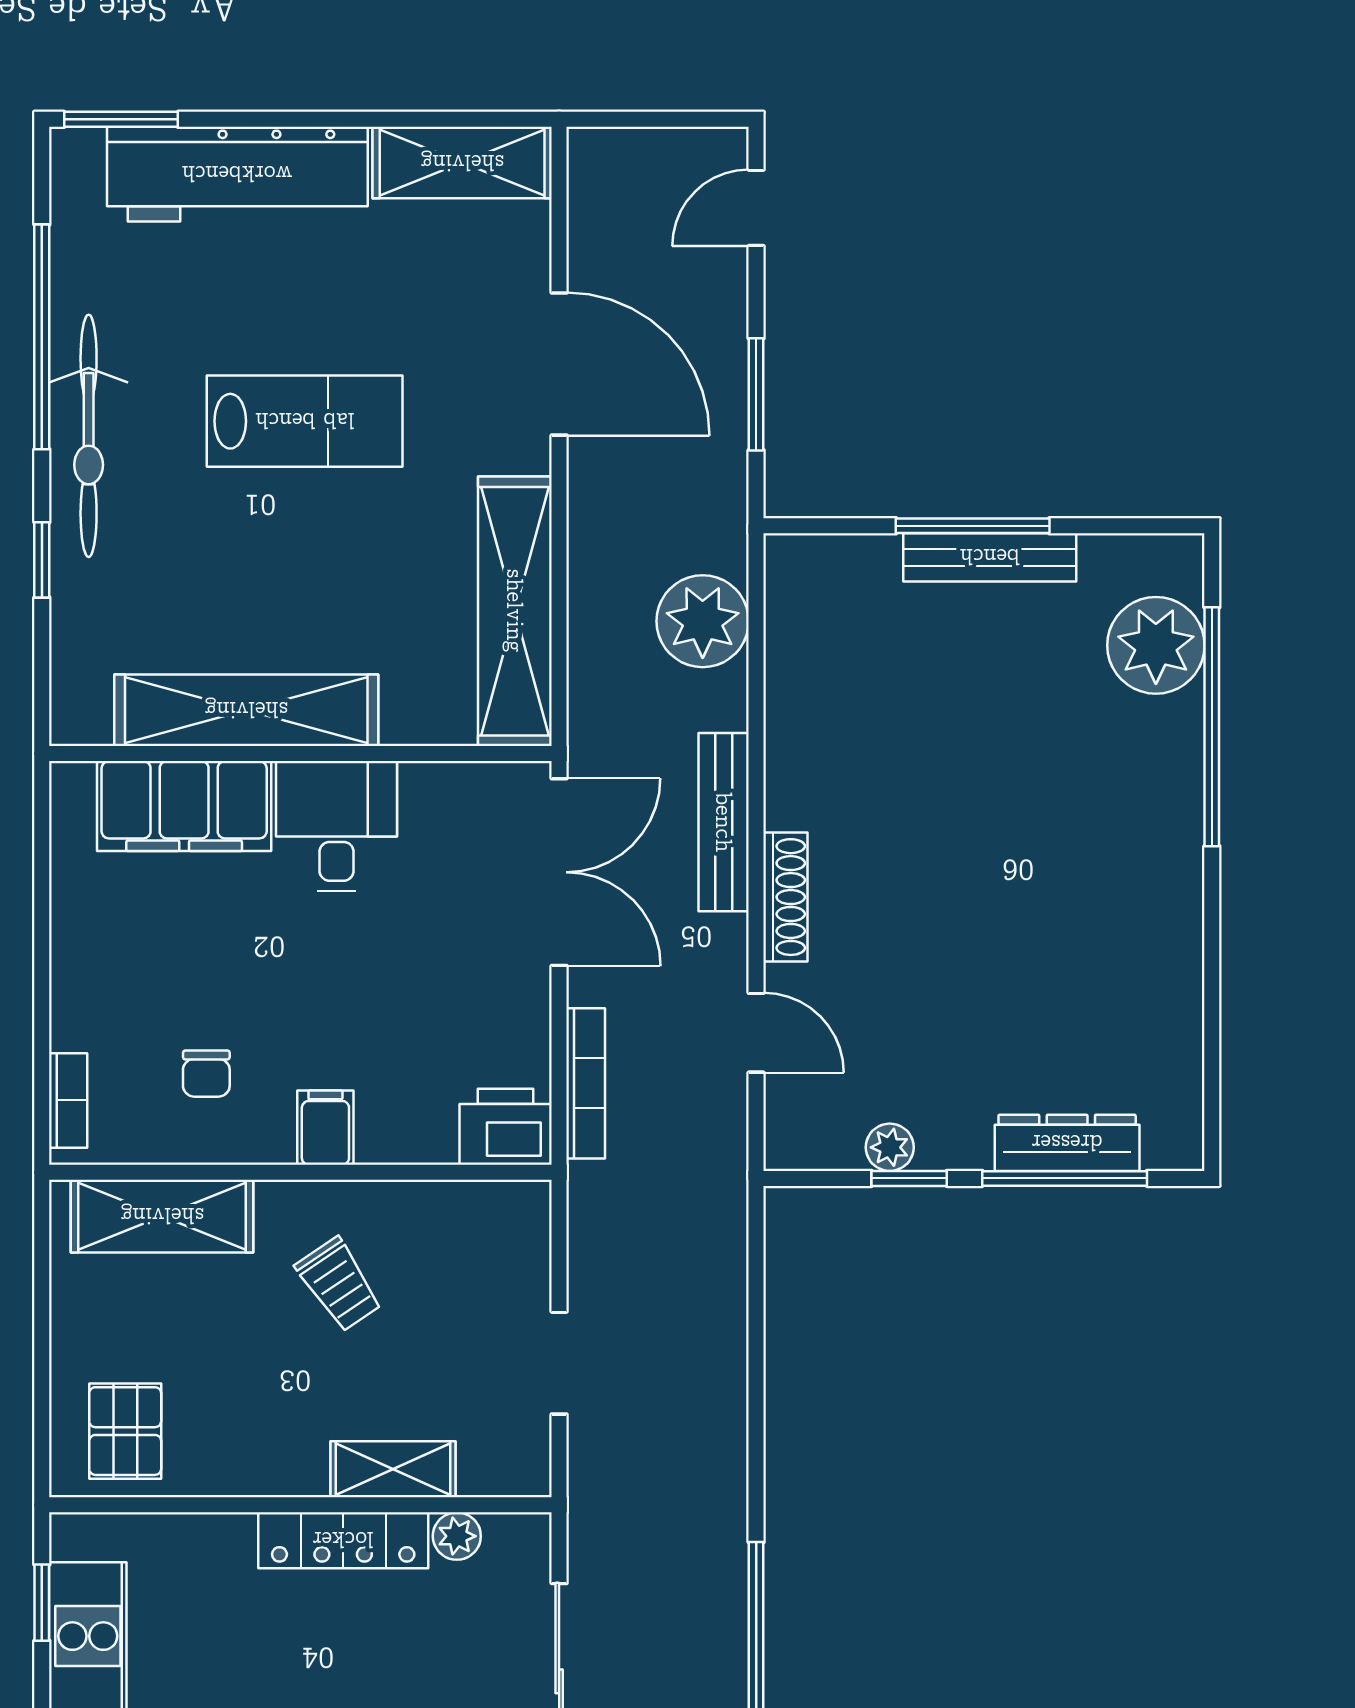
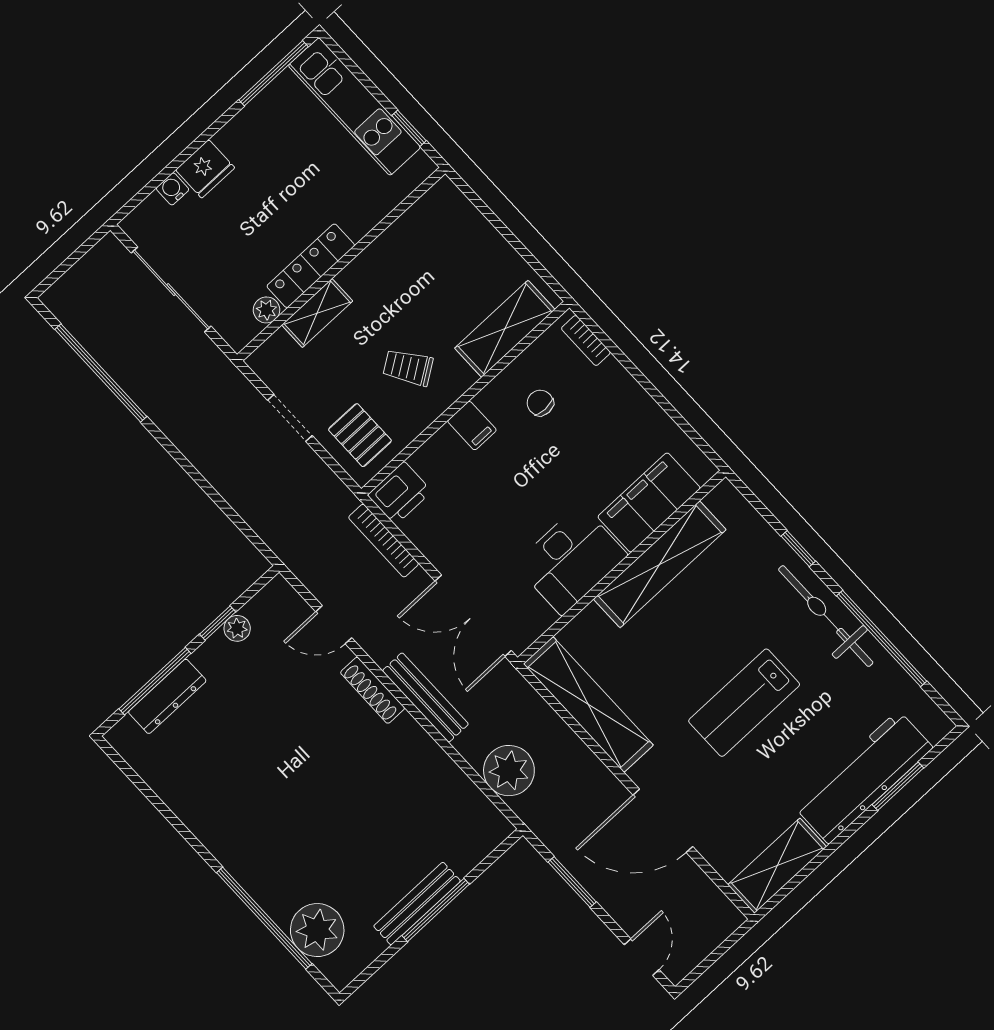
window: (121, 119) -> (898, 786), moved
desk: (337, 826) -> (571, 560), width x1.37
pallet: (125, 1431) -> (360, 435), moved

